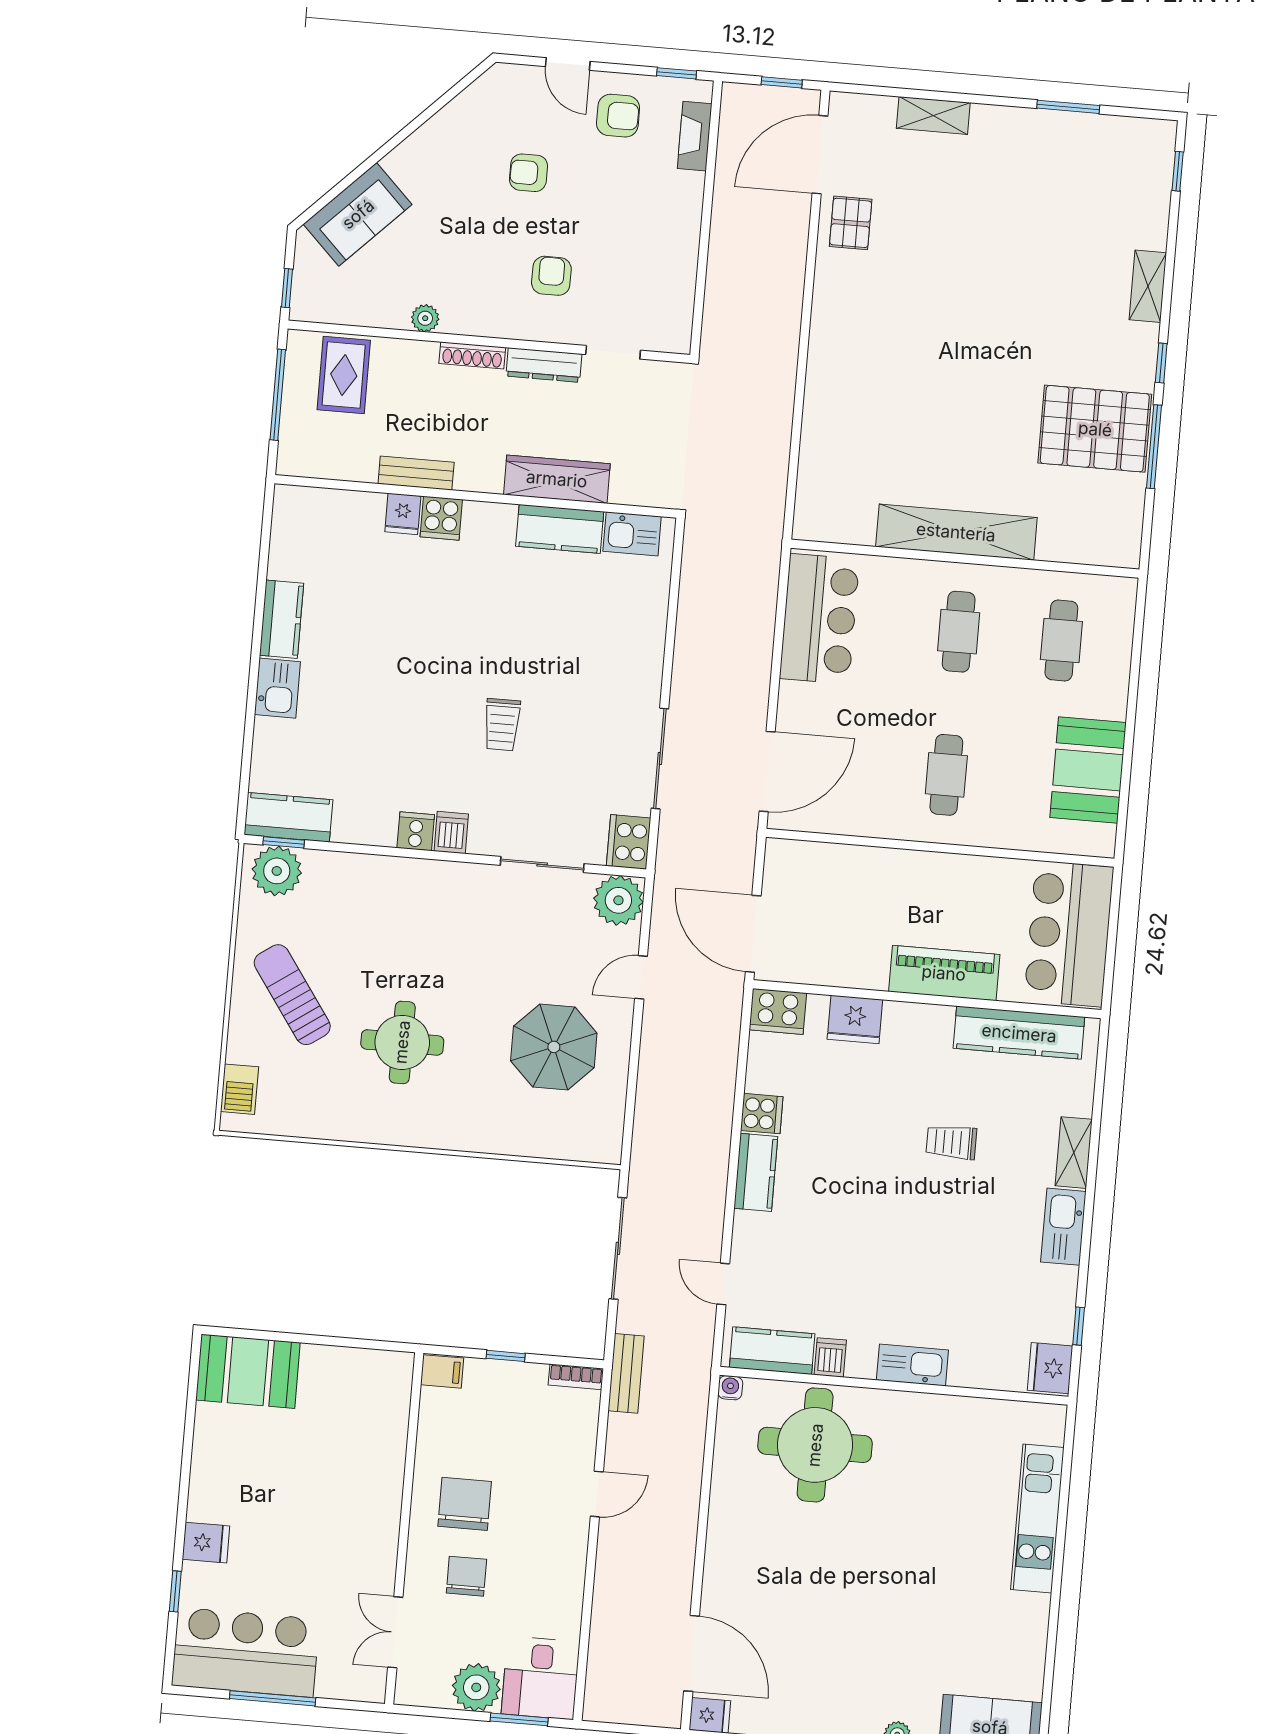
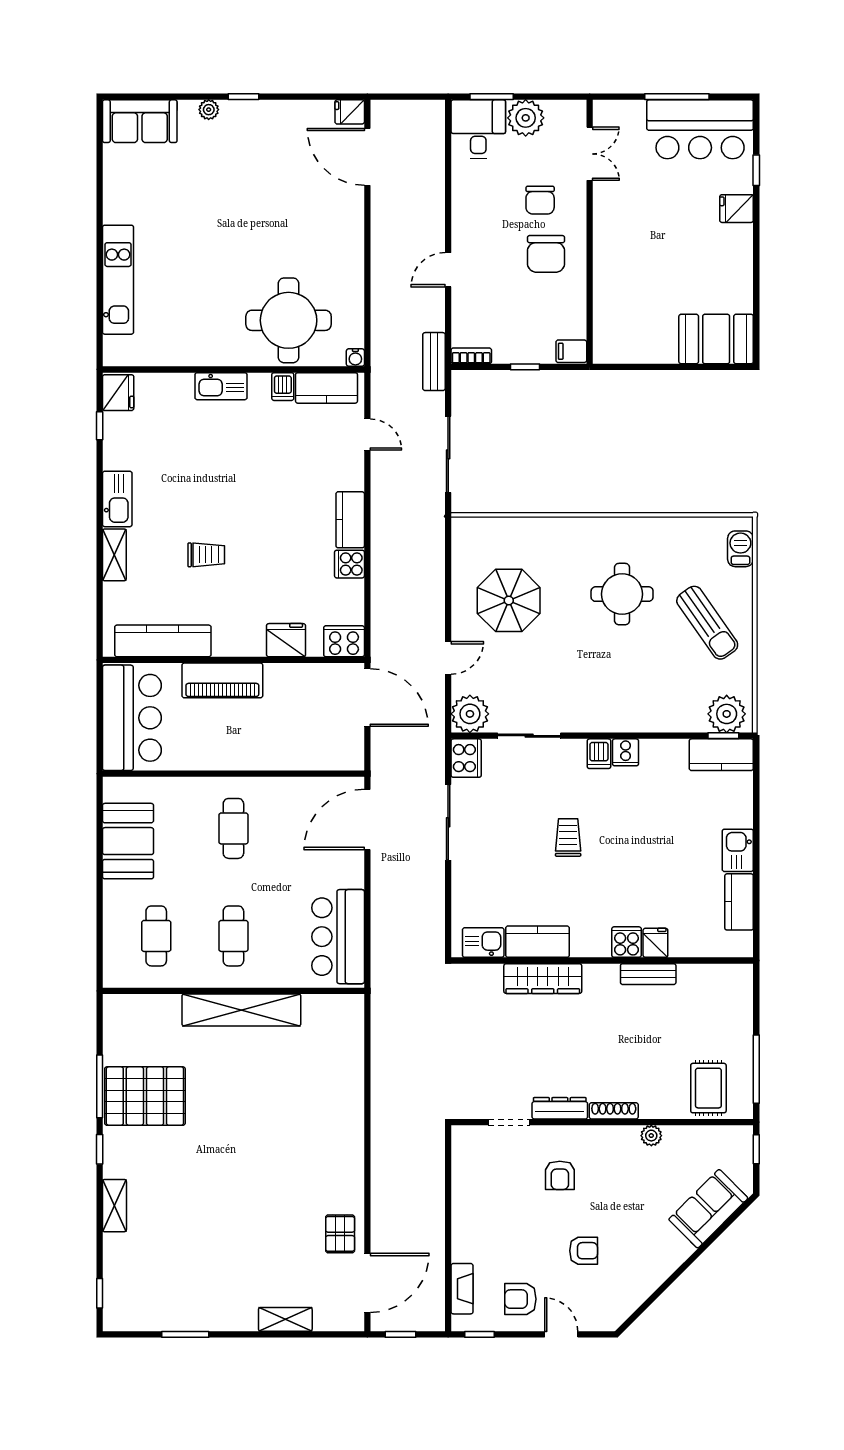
bench: (416, 473) -> (648, 974), moved
wardrobe: (557, 479) -> (543, 979), moved
wall: (476, 496) -> (602, 961), moved
fridge: (403, 514) -> (655, 943), moved
cooker: (441, 518) -> (627, 942), moved
kitchen counter: (560, 529) -> (538, 942), moved
kitchen sink: (632, 534) -> (483, 943), moved

